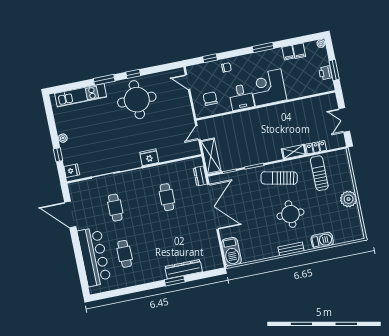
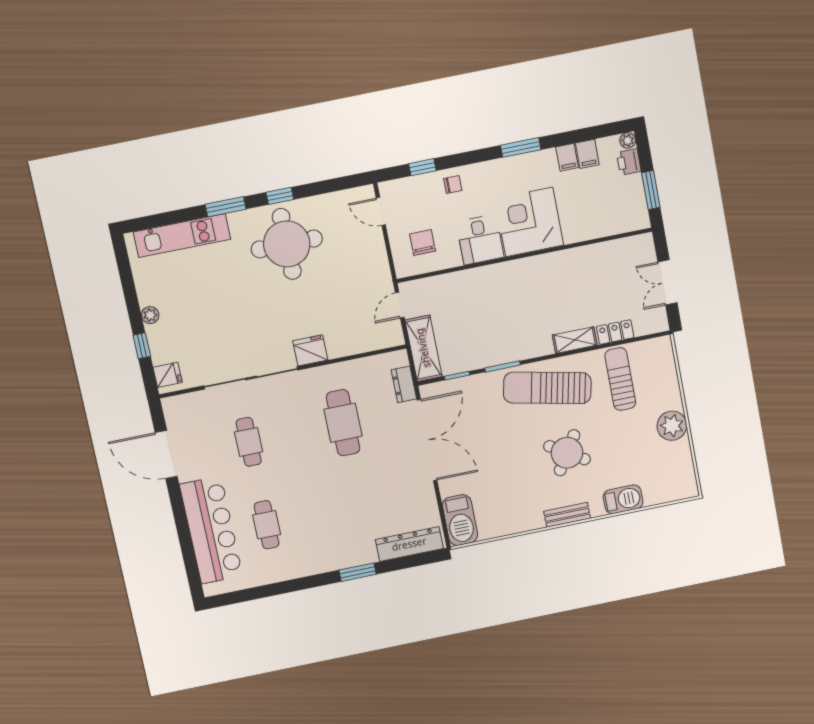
printer: (325, 73) -> (629, 162), moved
sun lounger: (279, 178) -> (547, 388), width x1.36, depth x1.34
cafe table: (167, 197) -> (343, 423), width x1.37, depth x1.35
round table: (290, 214) -> (567, 453), turned 32
dresser: (184, 269) -> (409, 544), moved

